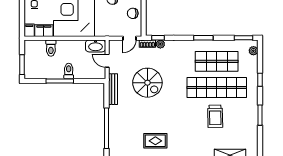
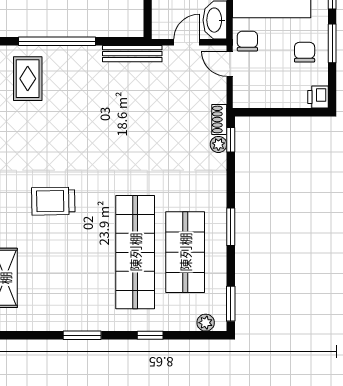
chair: (133, 13) -> (247, 41), moved
door: (130, 38) -> (230, 64), moved
spiral stairs: (147, 83) -> (144, 120), removed
trolley: (215, 116) -> (53, 201), moved
rug: (155, 141) -> (28, 79), moved

